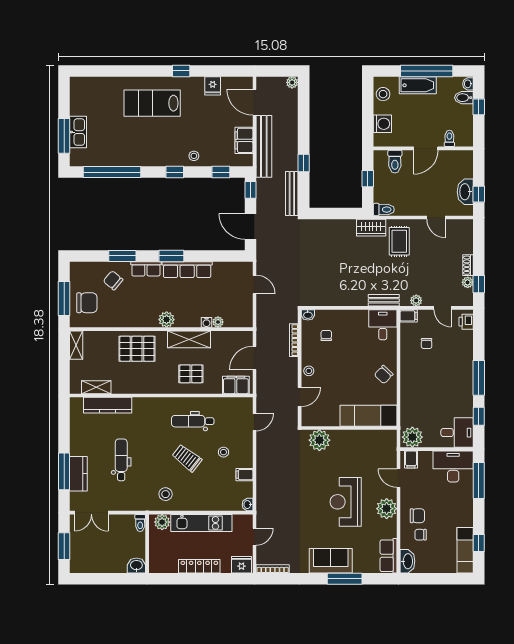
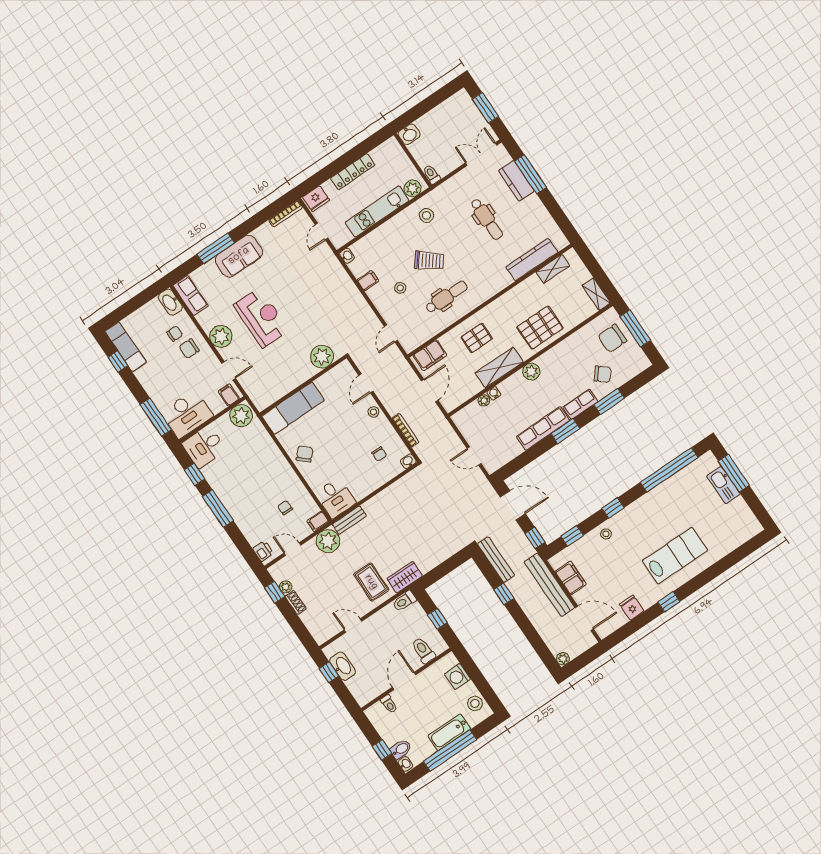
plant: (416, 300) -> (328, 541), width x1.88, depth x1.88

